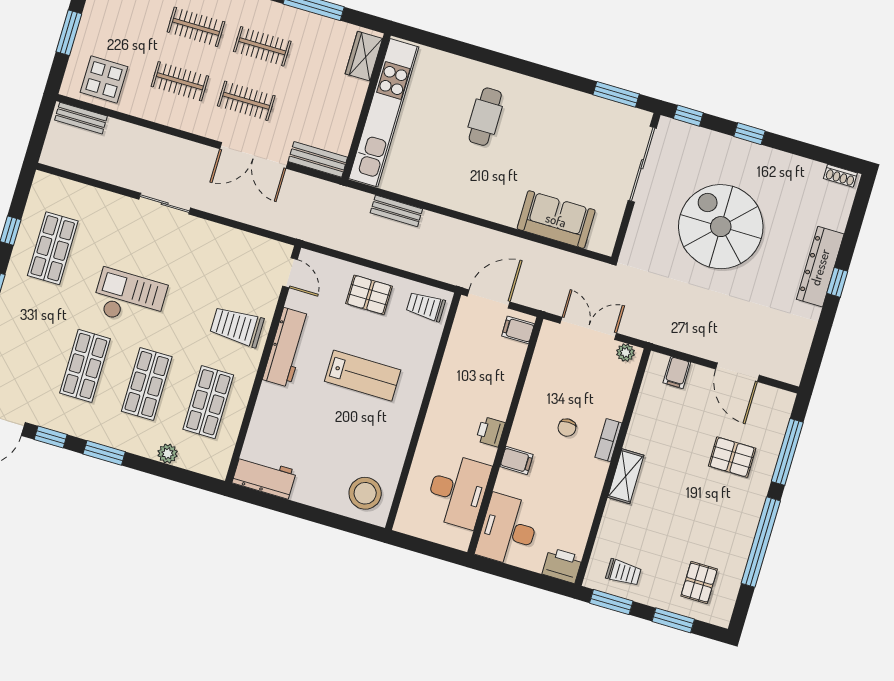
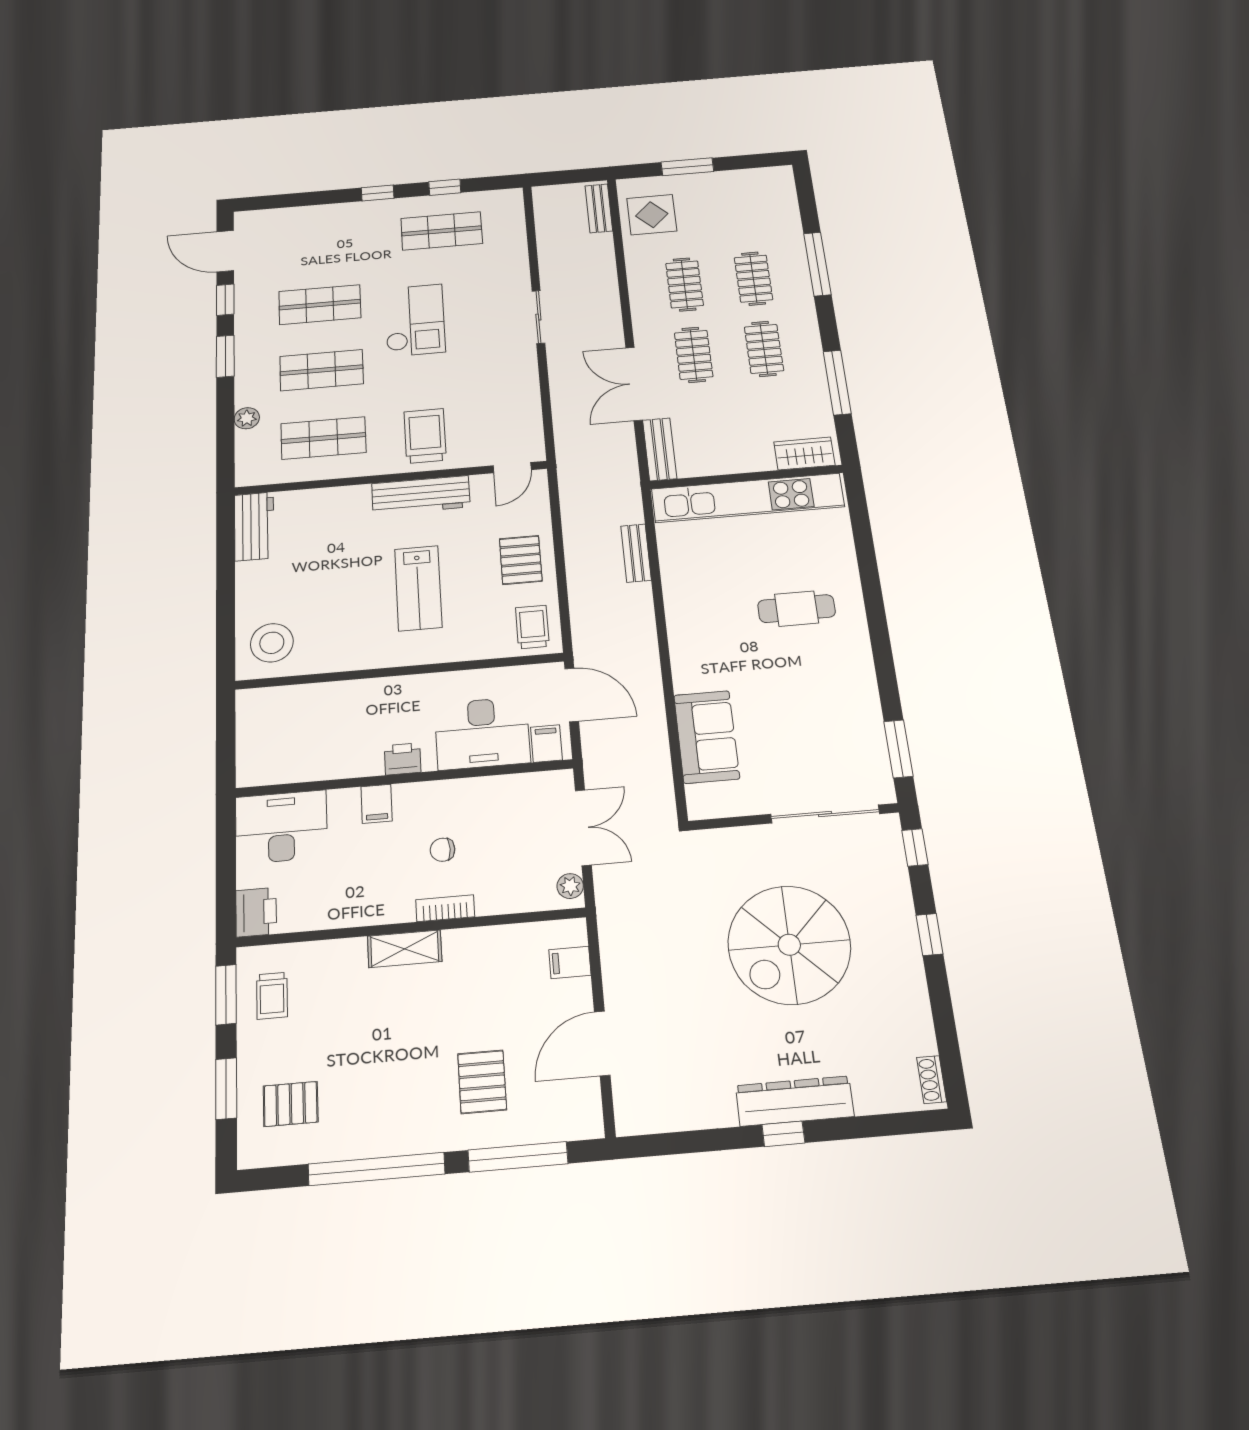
spiral stairs: (721, 227) -> (789, 945), turned 180
desk: (458, 491) -> (482, 733), moved

